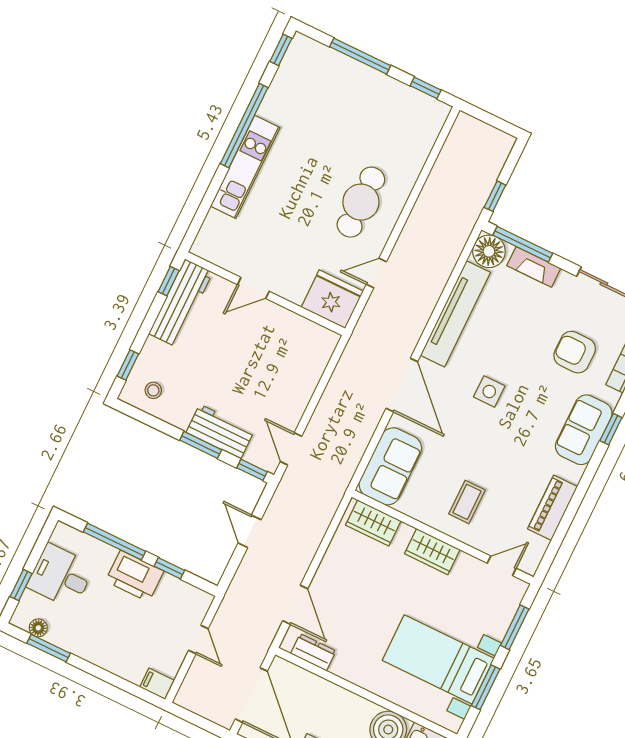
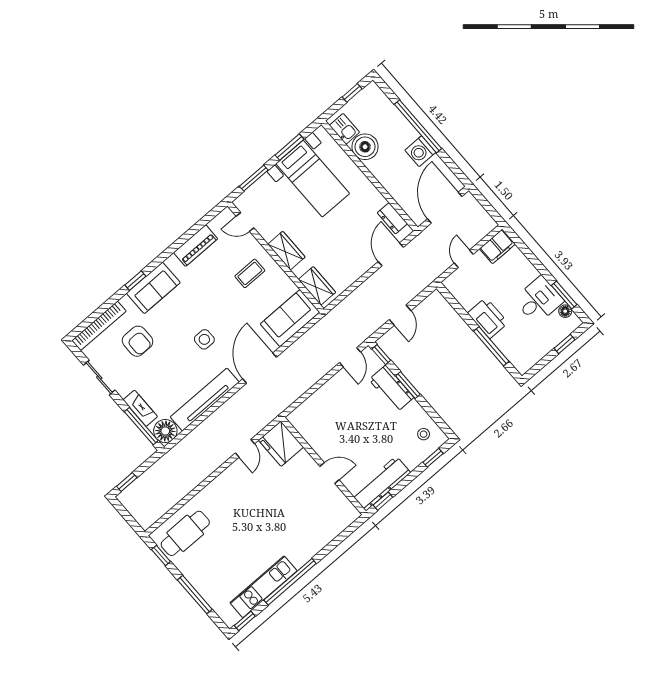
kitchen unit: (245, 167) -> (263, 587), moved
window: (495, 196) -> (127, 482), moved
cafe table: (361, 202) -> (185, 533), moved
door: (376, 273) -> (245, 448), hinge flipped
window: (169, 568) -> (463, 313), removed
desk: (61, 576) -> (539, 300), moved, turned -90
filing cabinet: (157, 684) -> (497, 246), width x2.00

